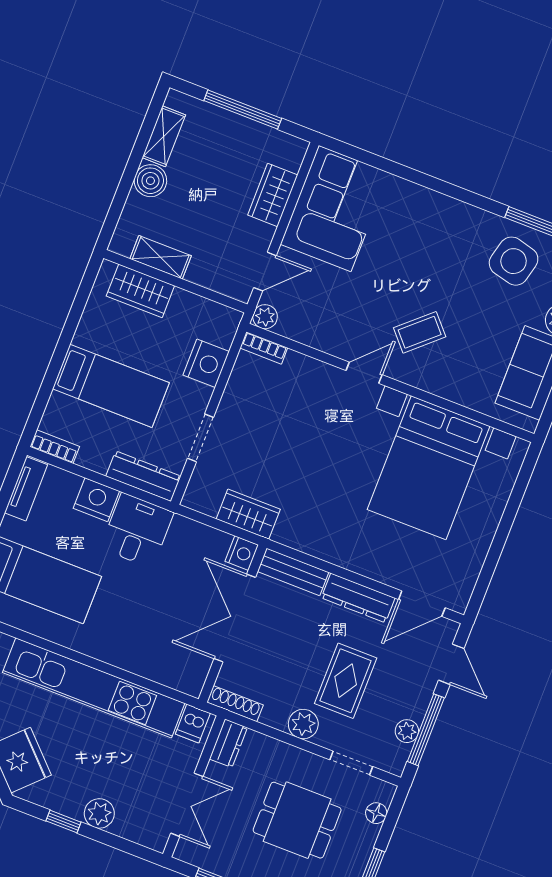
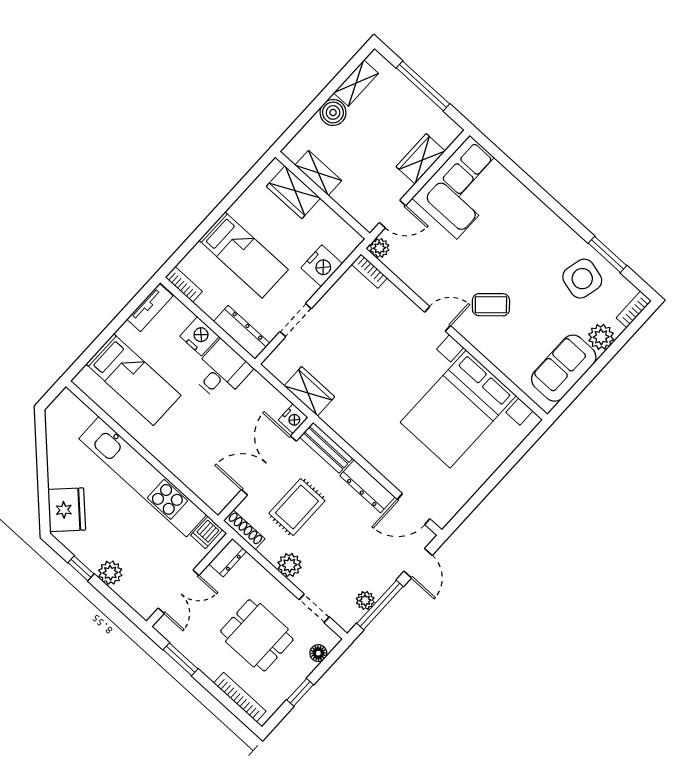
rug: (346, 681) -> (297, 507), moved

